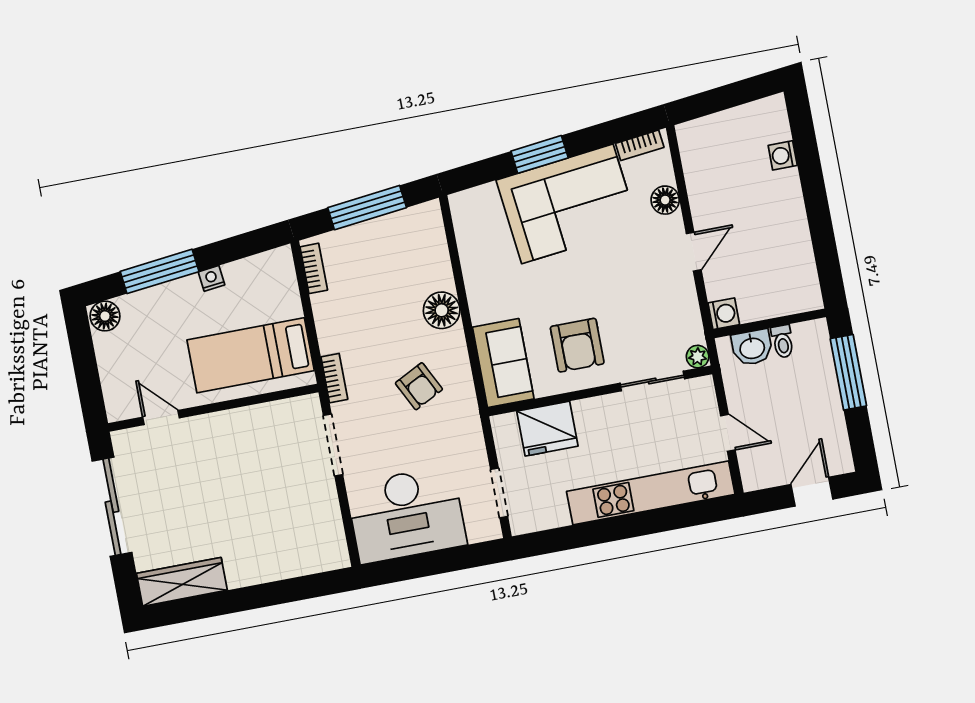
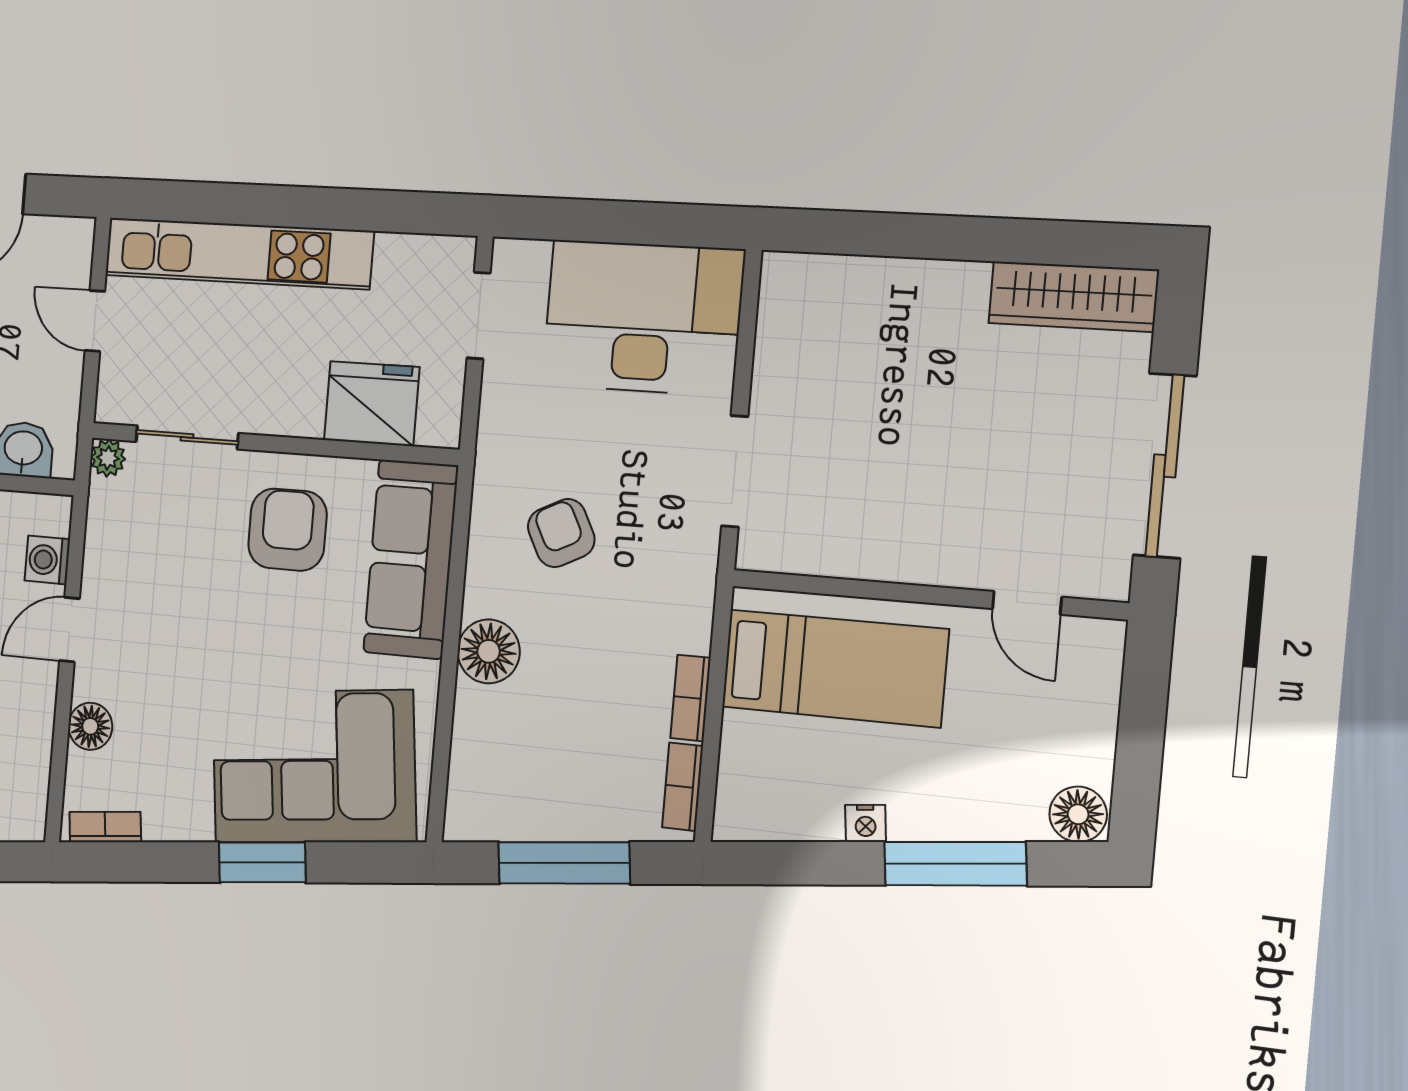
corner sofa: (567, 204) -> (313, 767), moved
washing machine: (724, 314) -> (47, 560), moved
sofa: (503, 363) -> (411, 559), width x1.36
bookcase: (334, 378) -> (691, 698), moved

